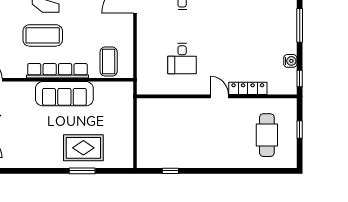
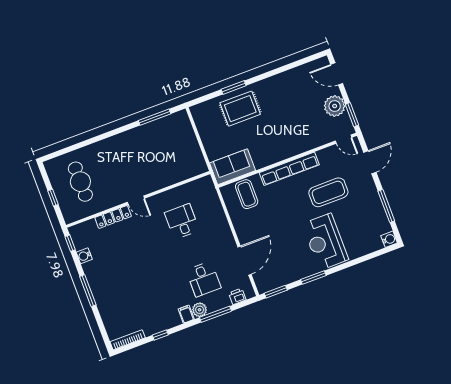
coffee table: (43, 35) -> (328, 192), moved
sofa: (64, 94) -> (233, 167), moved, width x0.73
window: (170, 171) -> (155, 117), width x2.17

